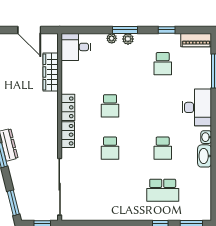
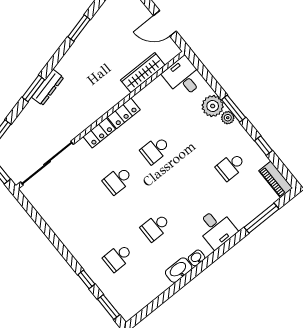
door: (29, 30) -> (165, 23), hinge flipped
plant: (112, 38) -> (213, 106), width x1.88, depth x1.88
desk: (197, 107) -> (216, 228), width x0.73
school desk: (163, 190) -> (118, 257), width x0.54

